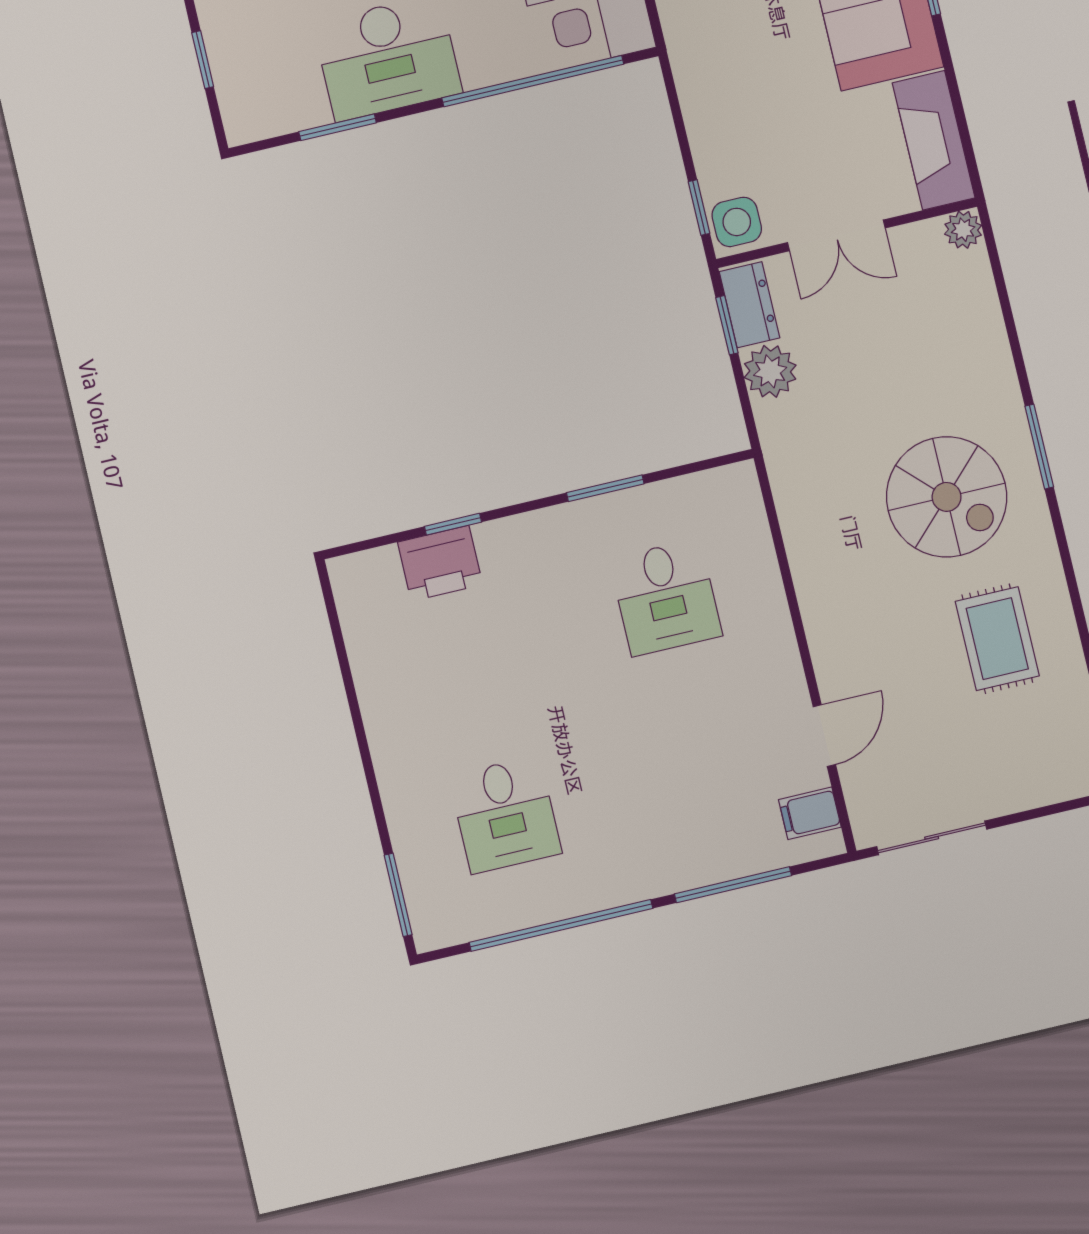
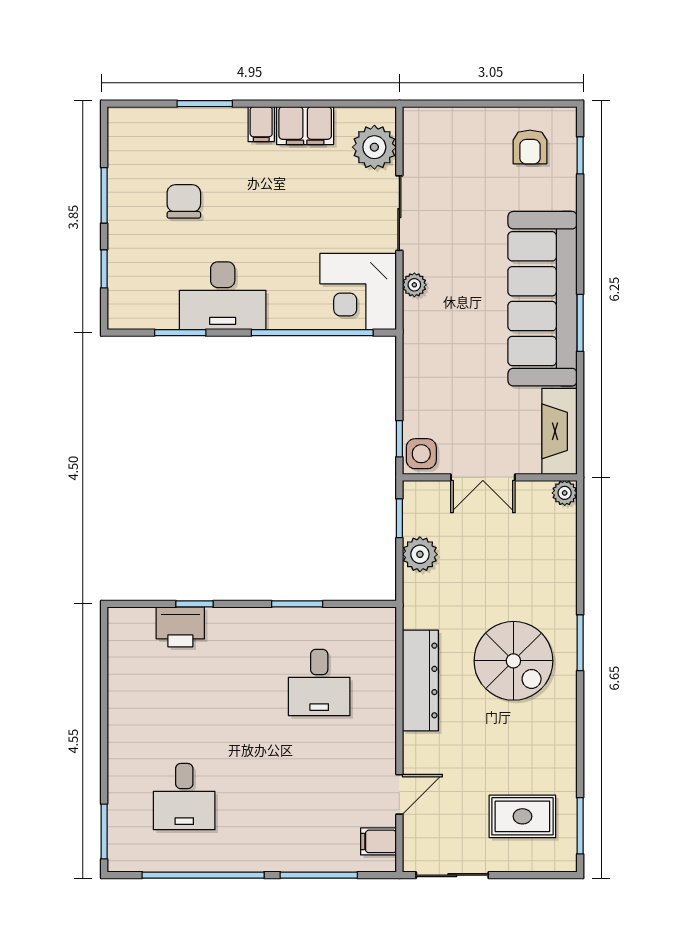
dresser: (749, 305) -> (420, 680), moved, width x1.96, depth x1.24
rug: (997, 639) -> (522, 816), moved, turned 90

